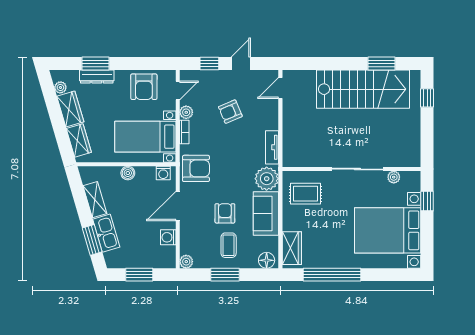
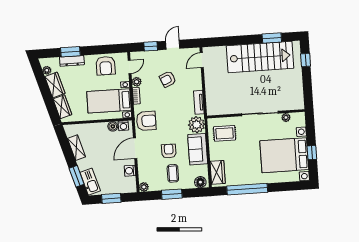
boiler: (128, 173) -> (113, 126), moved
window: (427, 201) -> (312, 153), moved
kitchen sink: (106, 233) -> (90, 182), moved

